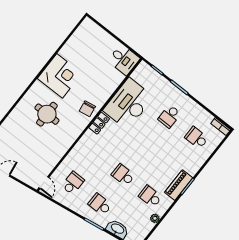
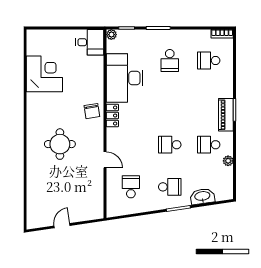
plant: (143, 66) -> (111, 35), added
corner desk: (60, 76) -> (44, 74), moved
door: (44, 183) -> (105, 160), moved
school desk: (100, 204) -> (170, 187), turned 180

